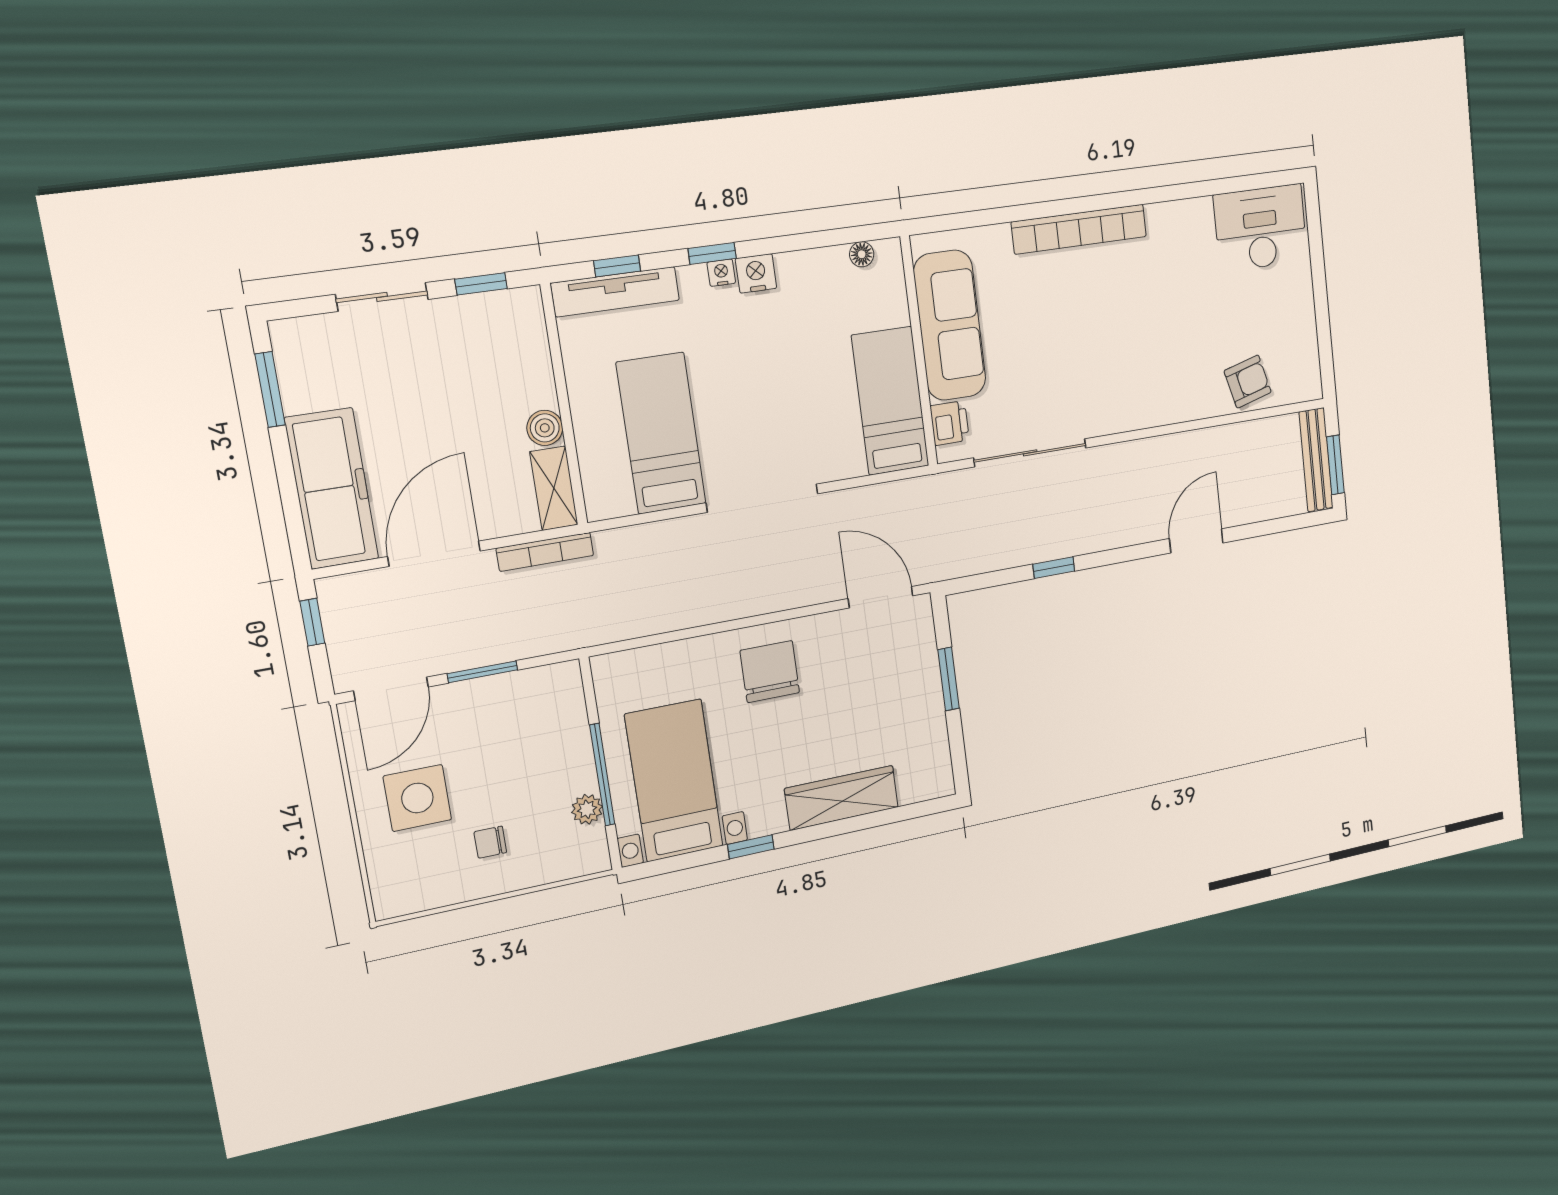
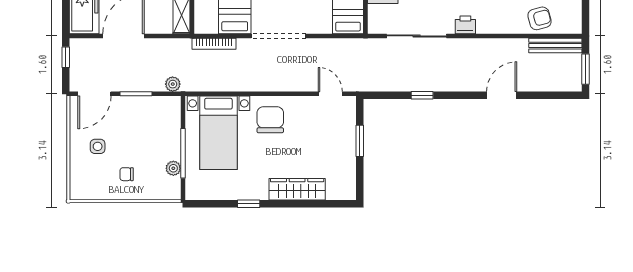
printer: (950, 423) -> (465, 25), moved, turned -90
bench: (1316, 460) -> (555, 46), moved, turned 90
bookcase: (545, 552) -> (214, 44), moved
door: (881, 597) -> (330, 94), width x0.73
plant: (558, 637) -> (173, 84), added
bed with nightstands: (674, 781) -> (218, 133), moved, turned 180
side table: (417, 798) -> (98, 146), width x0.54, depth x0.54

